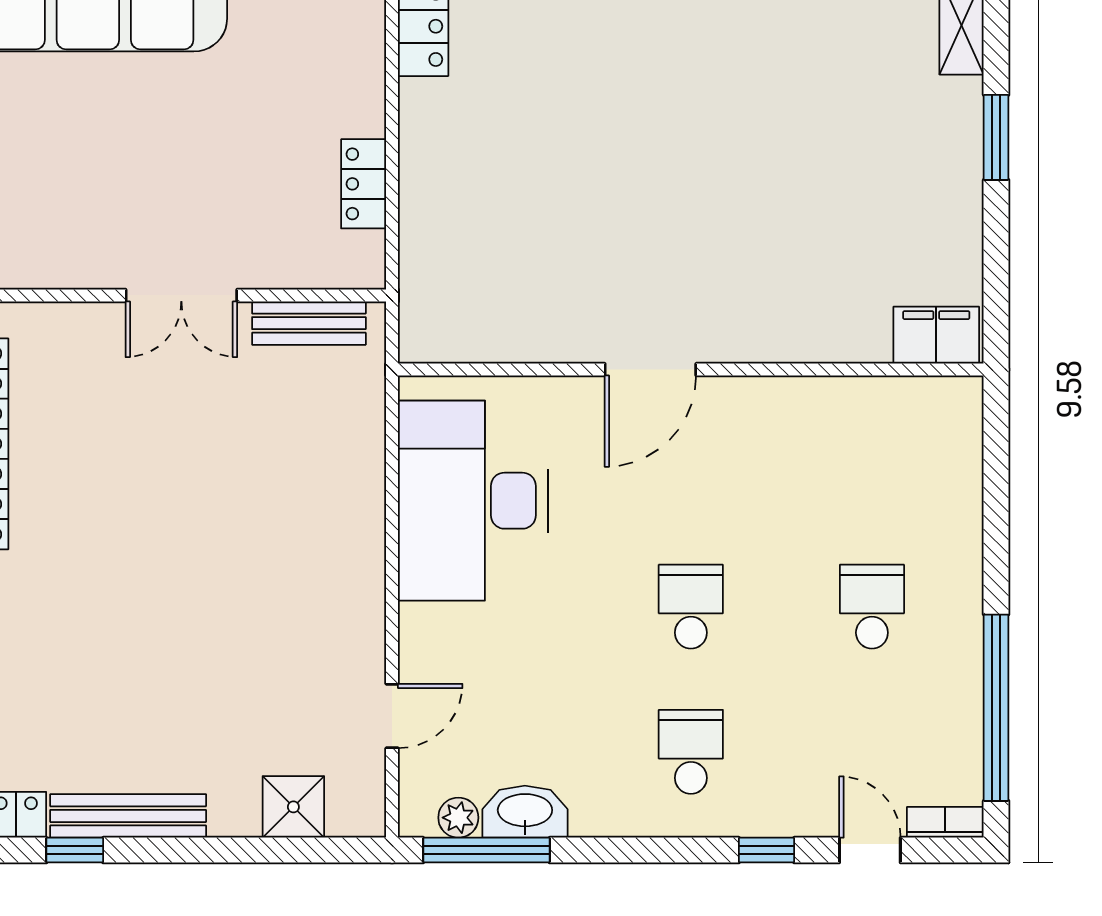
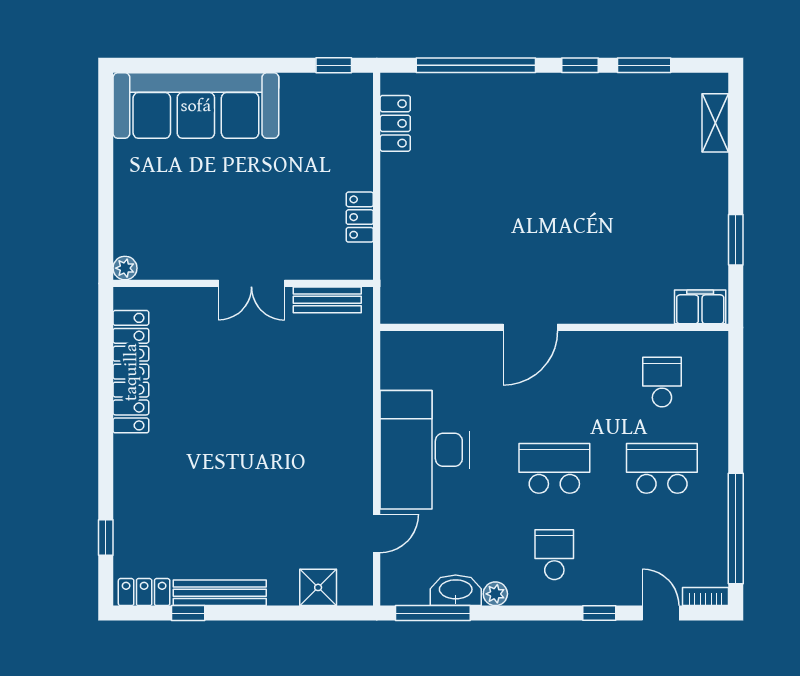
window: (996, 137) -> (736, 240), moved
school desk: (872, 461) -> (662, 382), added
desk: (473, 501) -> (425, 450), moved
school desk: (691, 607) -> (554, 468), width x1.85
school desk: (872, 607) -> (662, 468), width x1.85
plant: (458, 818) -> (495, 594), moved

